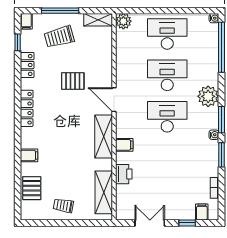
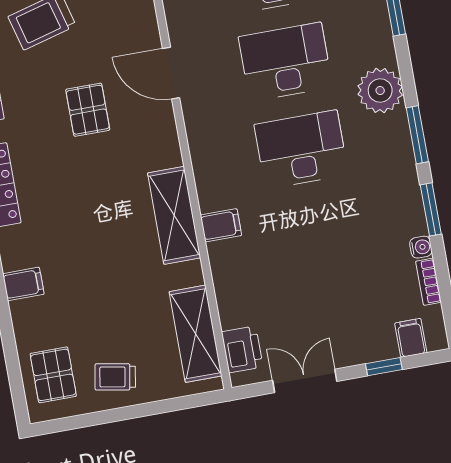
pallet: (73, 81) -> (88, 110), turned 90
door: (114, 100) -> (171, 73), moved
water cooler: (214, 135) -> (421, 247), moved
printer: (124, 174) -> (242, 349), moved
pallet: (32, 188) -> (53, 375), moved

